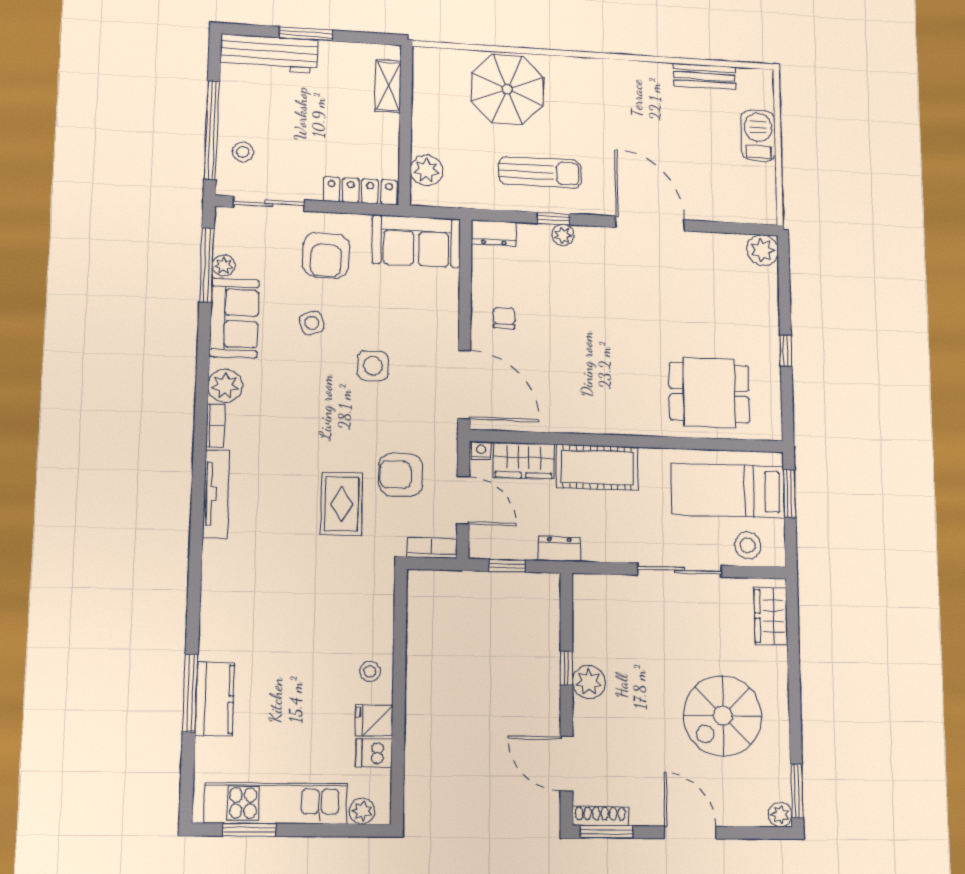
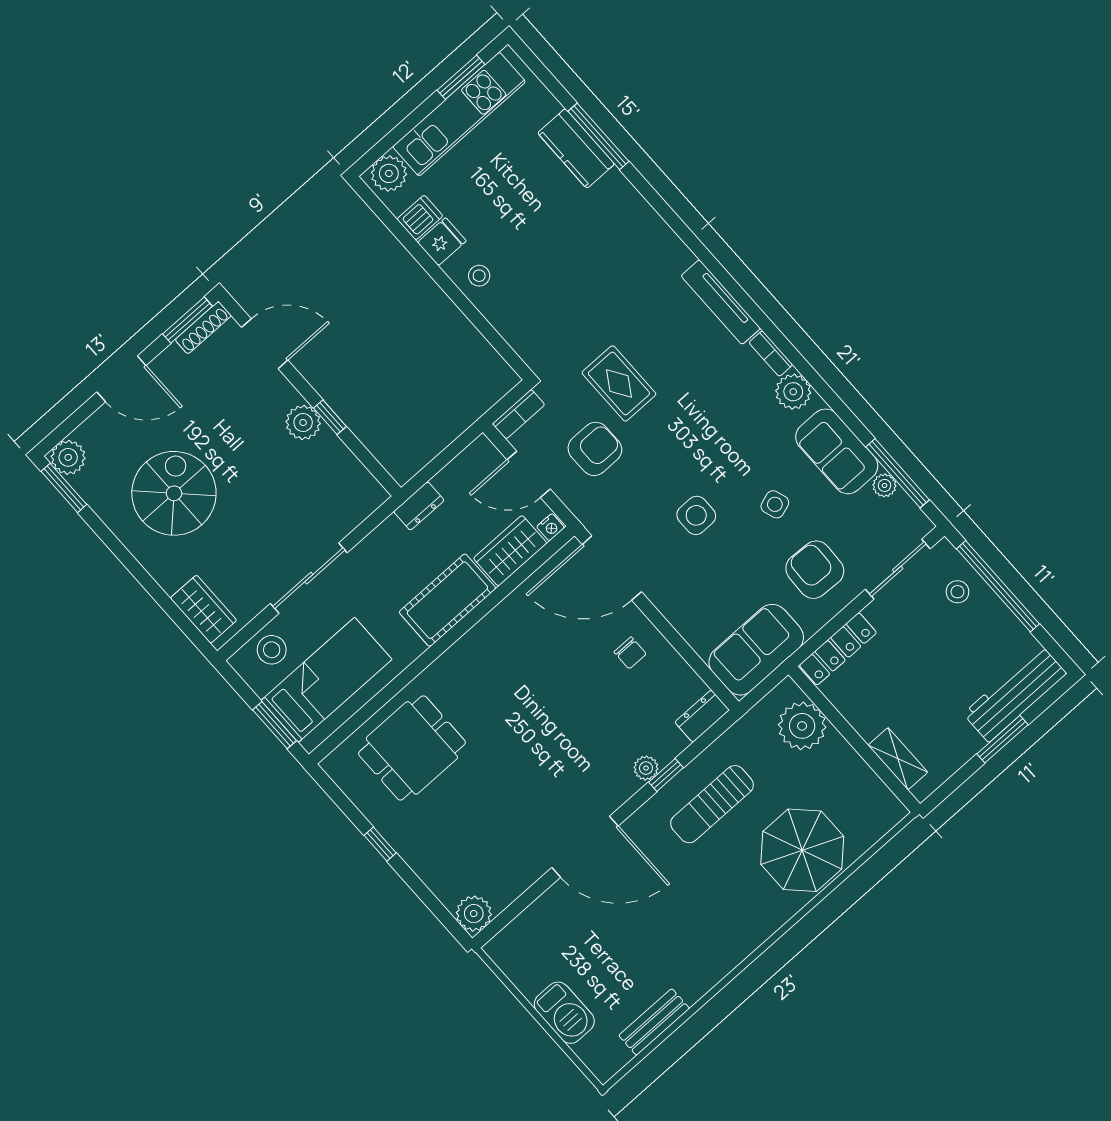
plant: (426, 170) -> (802, 726), width x1.36, depth x1.36
window: (507, 566) -> (448, 455), removed
plant: (362, 811) -> (389, 173), width x1.38, depth x1.38
plant: (780, 815) -> (68, 457), width x1.38, depth x1.38

